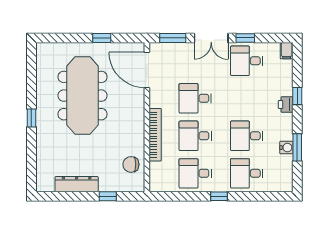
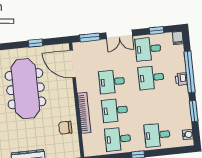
window: (245, 38) -> (156, 30), moved
window: (297, 96) -> (190, 72), width x3.17
desk: (247, 136) -> (151, 78), moved
water cooler: (286, 148) -> (188, 134), moved
chair: (131, 164) -> (65, 128), moved

